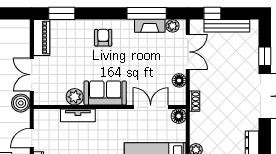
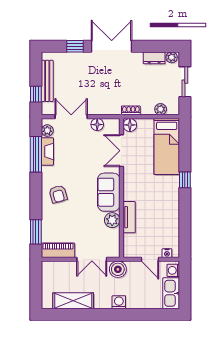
armchair: (103, 38) -> (58, 194), turned -106
shoe rack: (195, 101) -> (131, 110), moved

